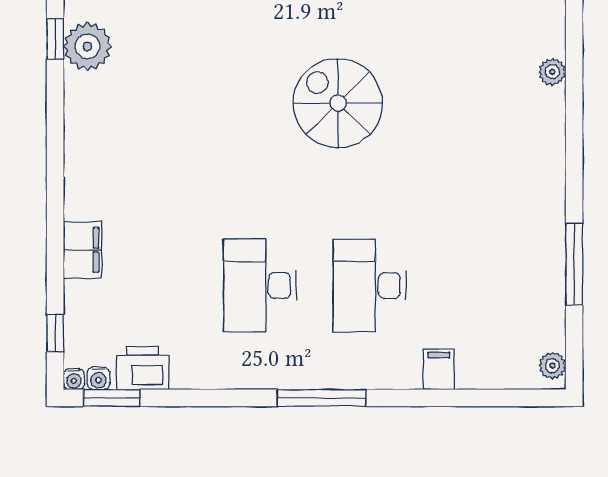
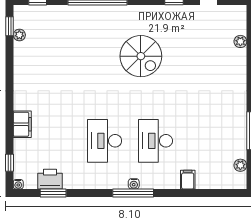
plant: (87, 47) -> (19, 35), width x0.53, depth x0.53
spiral stairs: (338, 103) -> (141, 56), turned 180
plant: (552, 366) -> (240, 165), moved
water cooler: (98, 378) -> (134, 184), moved
window: (112, 398) -> (53, 193), moved

